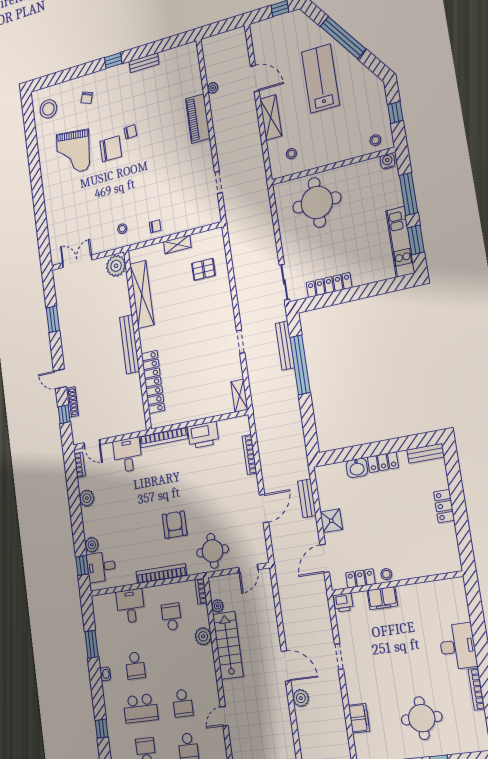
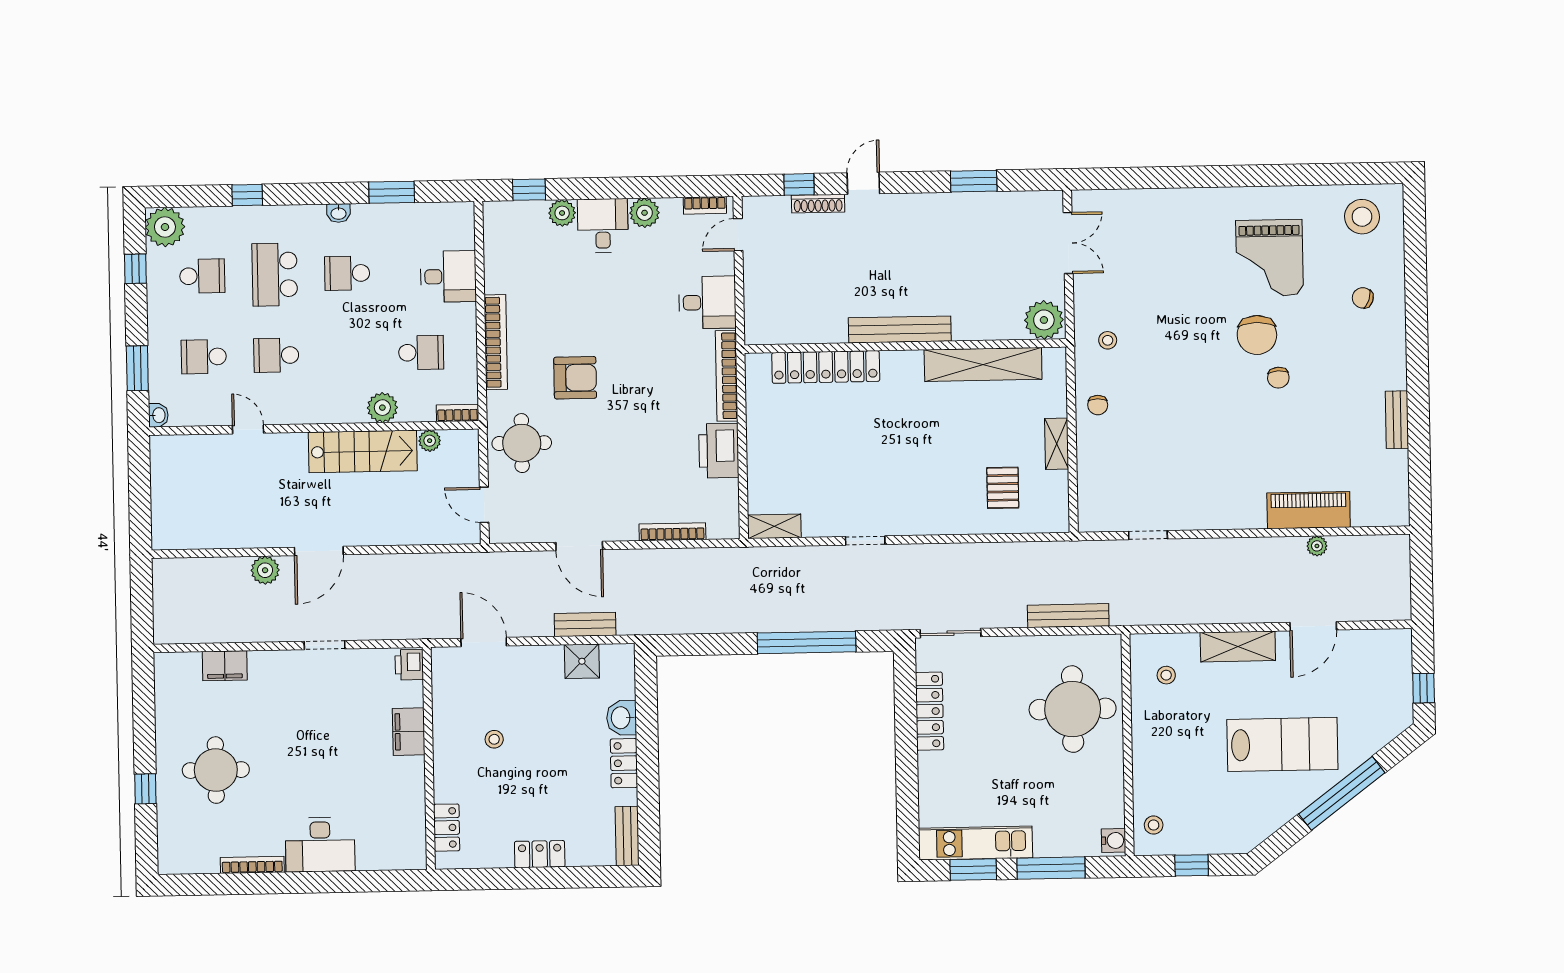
window: (113, 61) -> (1417, 359), removed
piano: (198, 119) -> (1309, 510), moved
grand piano: (73, 152) -> (1270, 258), turned -96
bench: (285, 346) -> (1068, 616), moved
shower: (331, 521) -> (582, 661), moved
desk: (101, 567) -> (603, 226), moved
stool: (386, 574) -> (494, 739), moved
locker: (360, 578) -> (447, 828), moved

